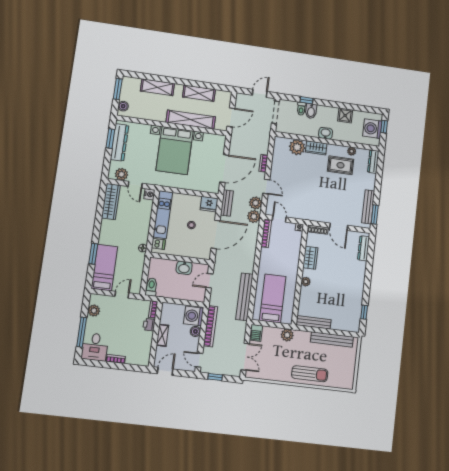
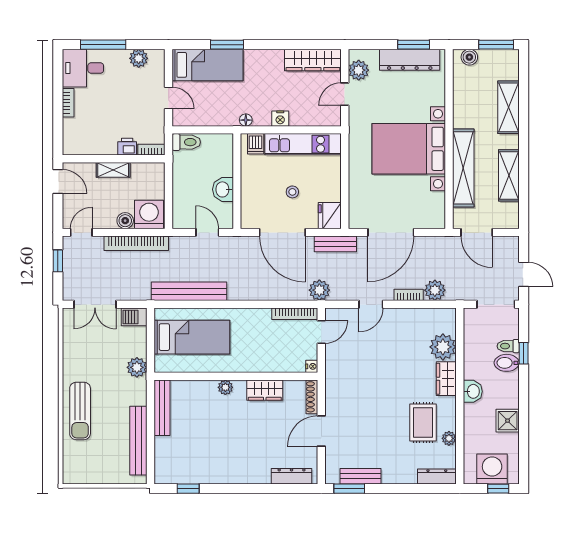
door: (224, 169) -> (391, 232), hinge flipped
nightstand: (149, 194) -> (280, 119), moved
plant: (256, 203) -> (435, 290), moved
bench: (368, 207) -> (360, 476), width x0.73

